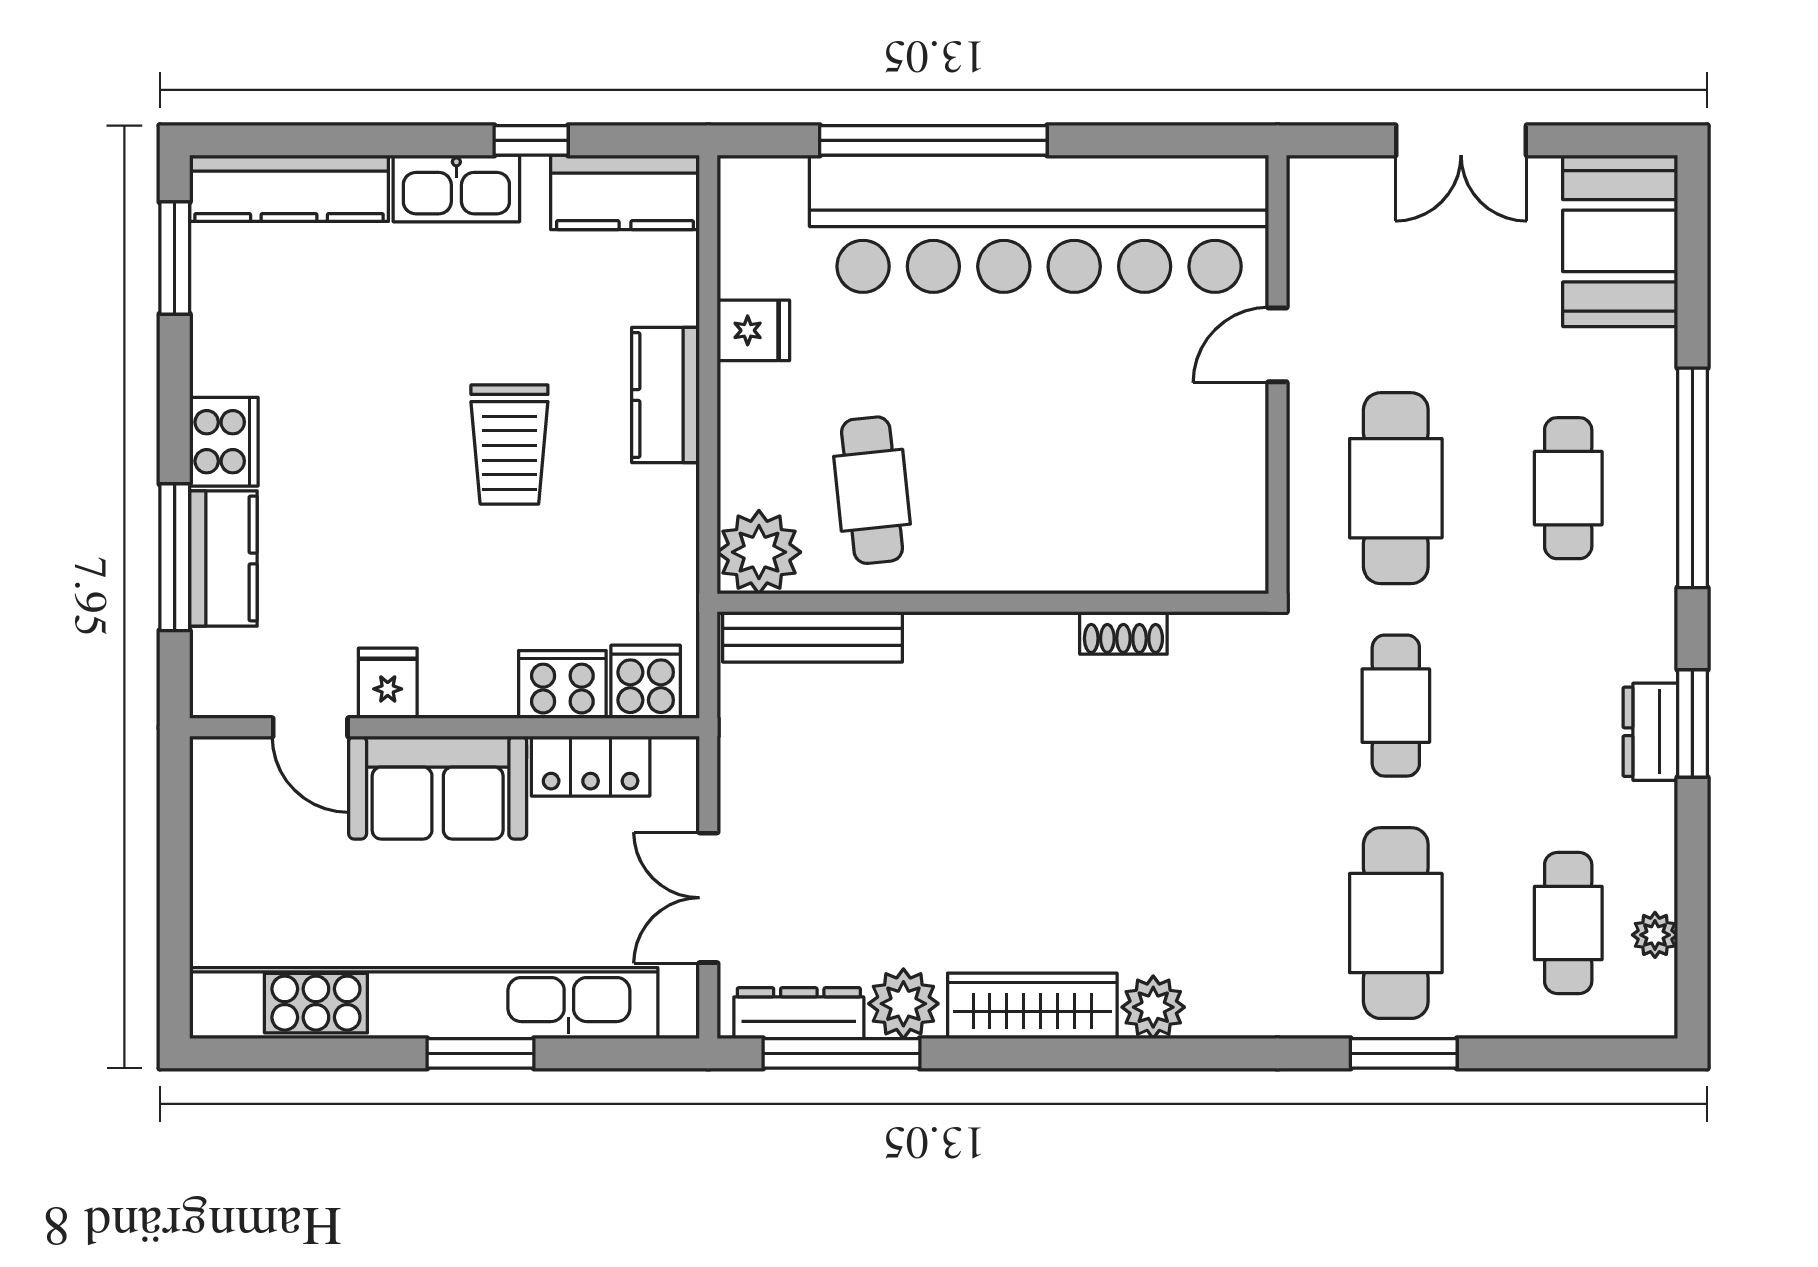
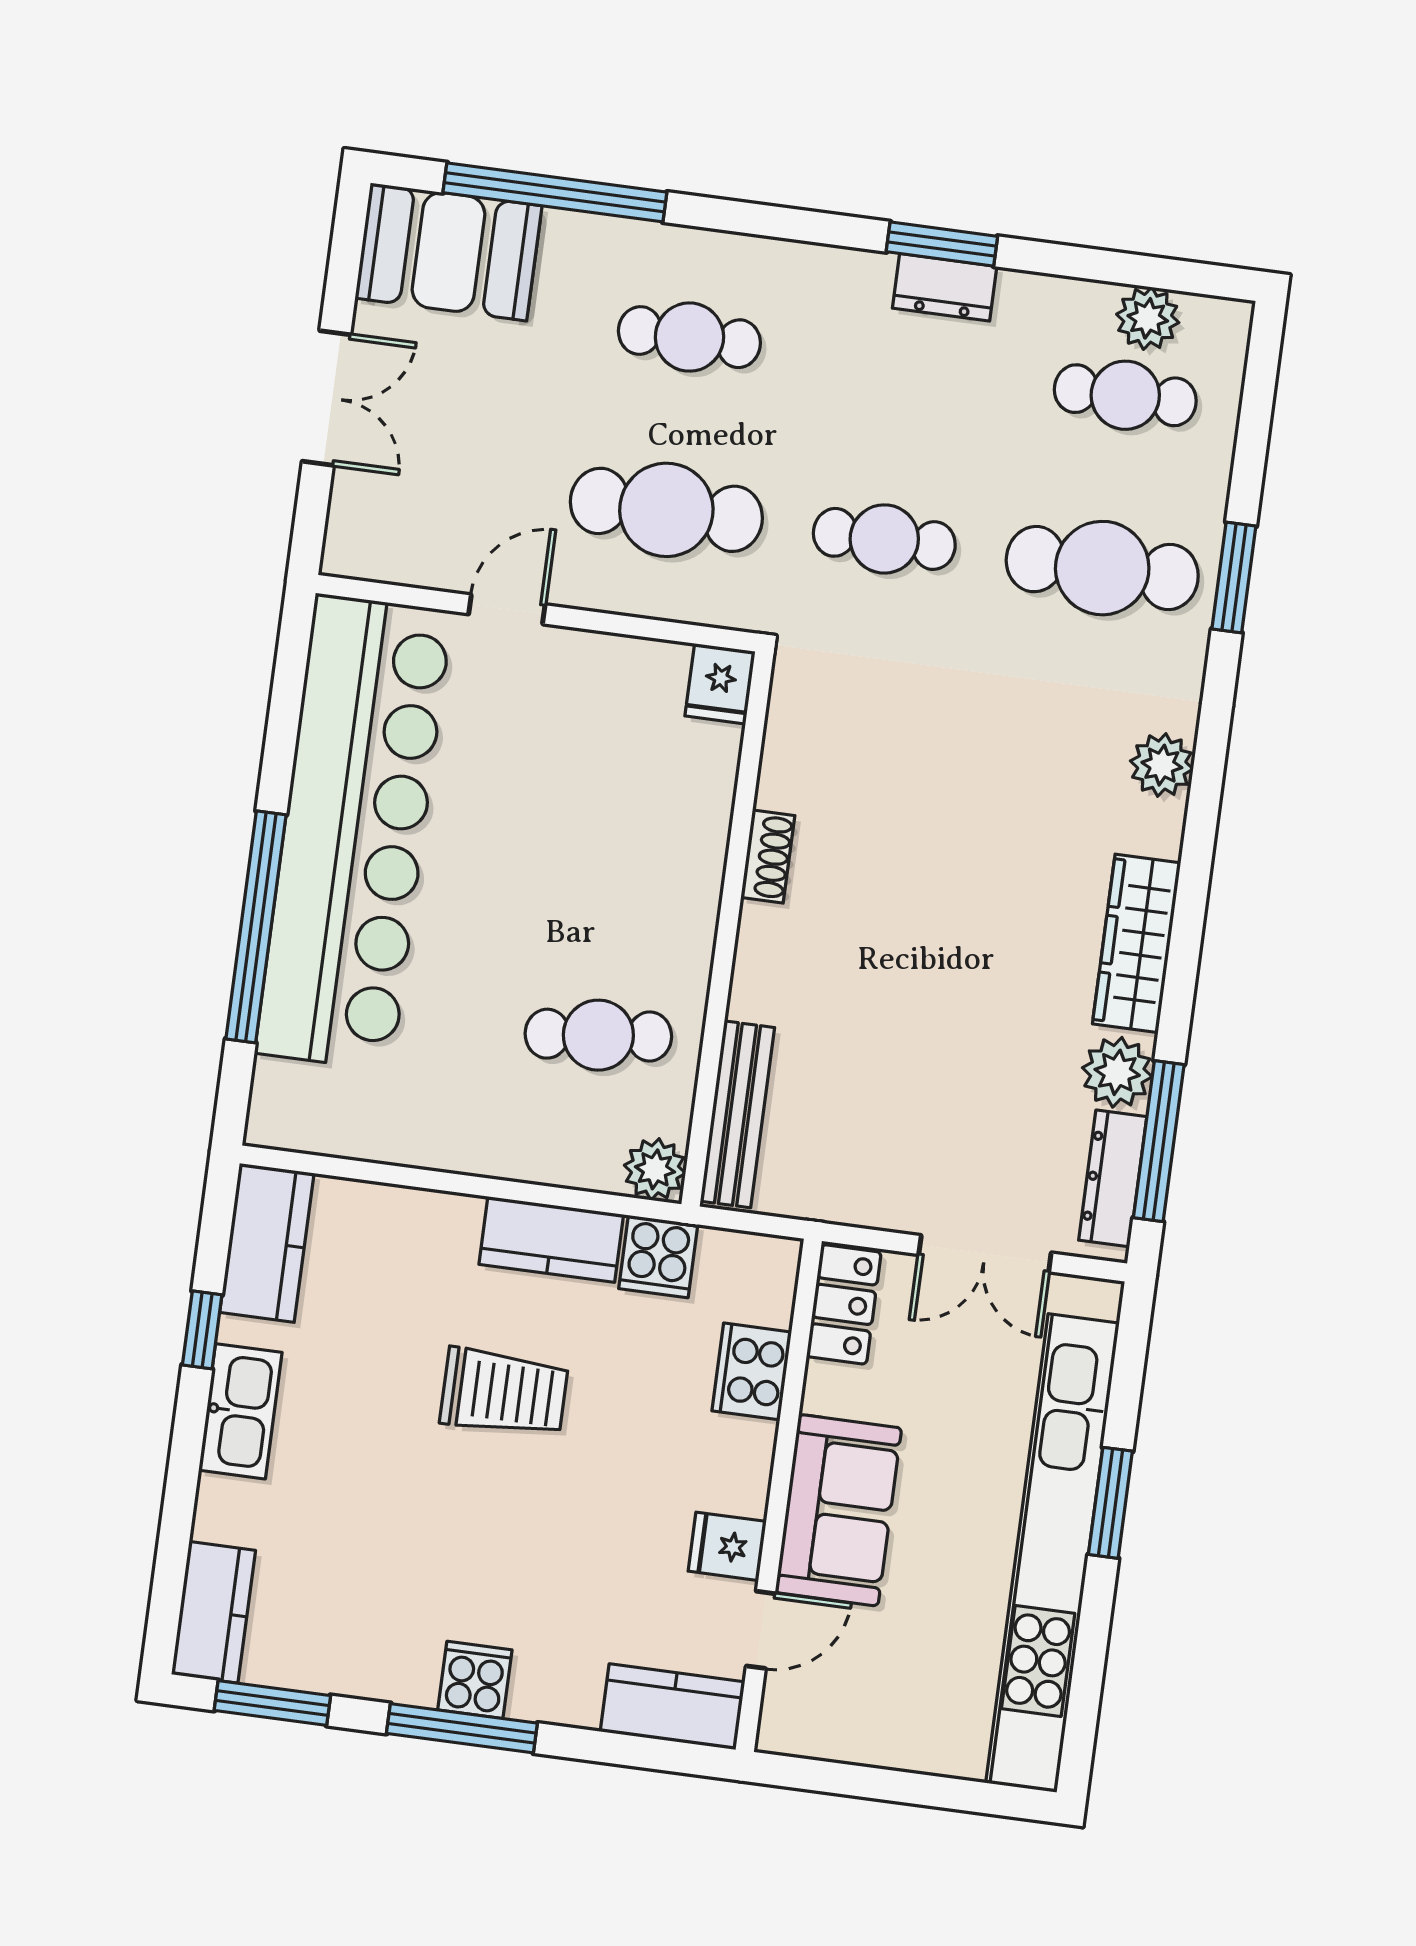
kitchen counter: (289, 188) -> (213, 1612), width x0.67
fridge: (753, 330) -> (720, 684), moved, turned 180
door: (1277, 345) -> (507, 609), swing flipped
kitchen counter: (666, 395) -> (551, 1239), moved
cooker: (224, 442) -> (475, 1680), width x0.73
window: (1692, 478) -> (555, 192), moved
plant: (759, 552) -> (655, 1169), width x0.73, depth x0.73
window: (175, 557) -> (462, 1728), moved
kitchen counter: (223, 558) -> (673, 1707), moved
shoe rack: (1123, 633) -> (768, 856), moved
cooker: (646, 682) -> (658, 1257), moved, turned -90
locker: (591, 766) -> (844, 1304), moved
plant: (1655, 935) -> (1148, 318), width x1.38, depth x1.38
plant: (1153, 1007) -> (1162, 765), moved

